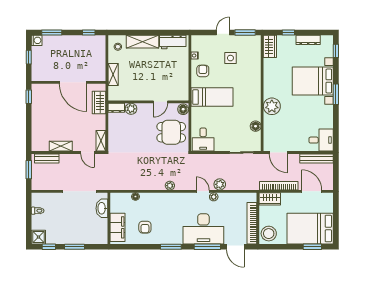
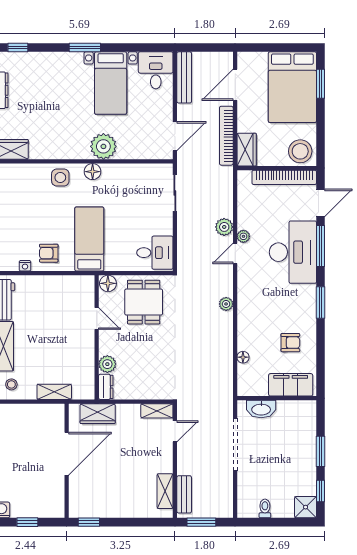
side table: (230, 58) -> (60, 177), moved
bed with nightstands: (313, 81) -> (111, 83), moved, width x0.73
floor lamp: (256, 126) -> (93, 172), moved
shelving: (61, 146) -> (165, 491), moved

